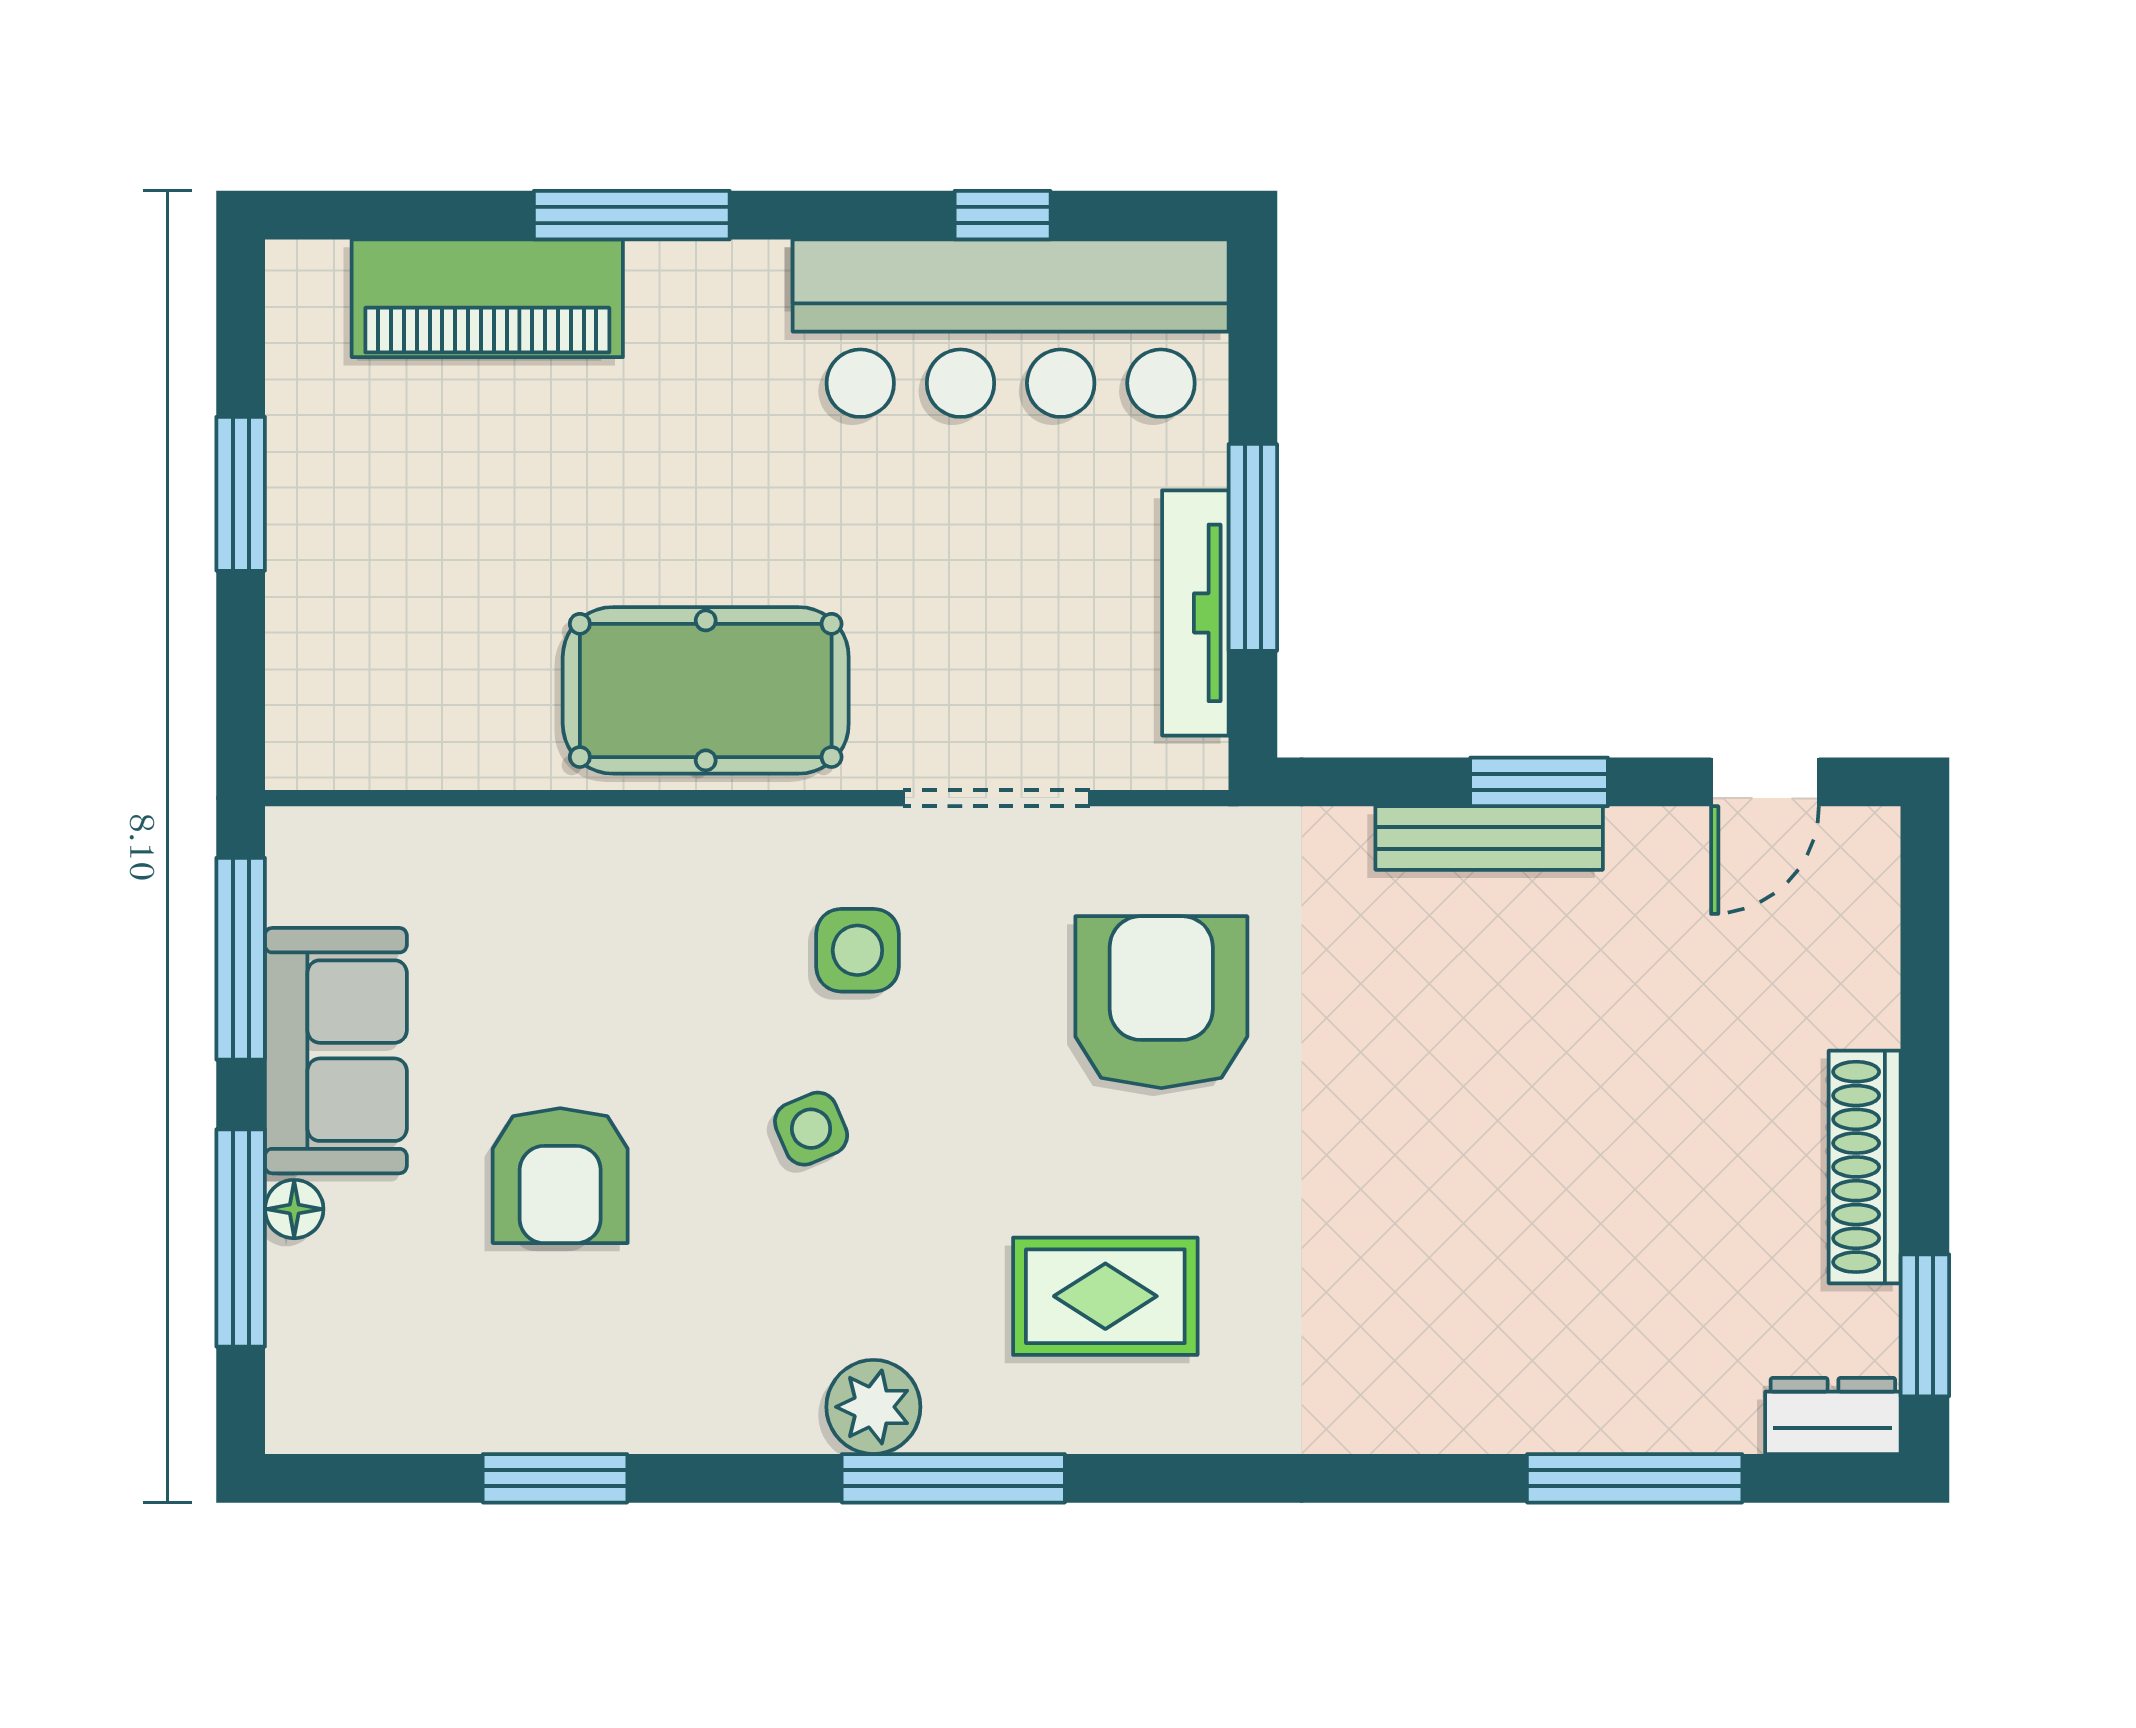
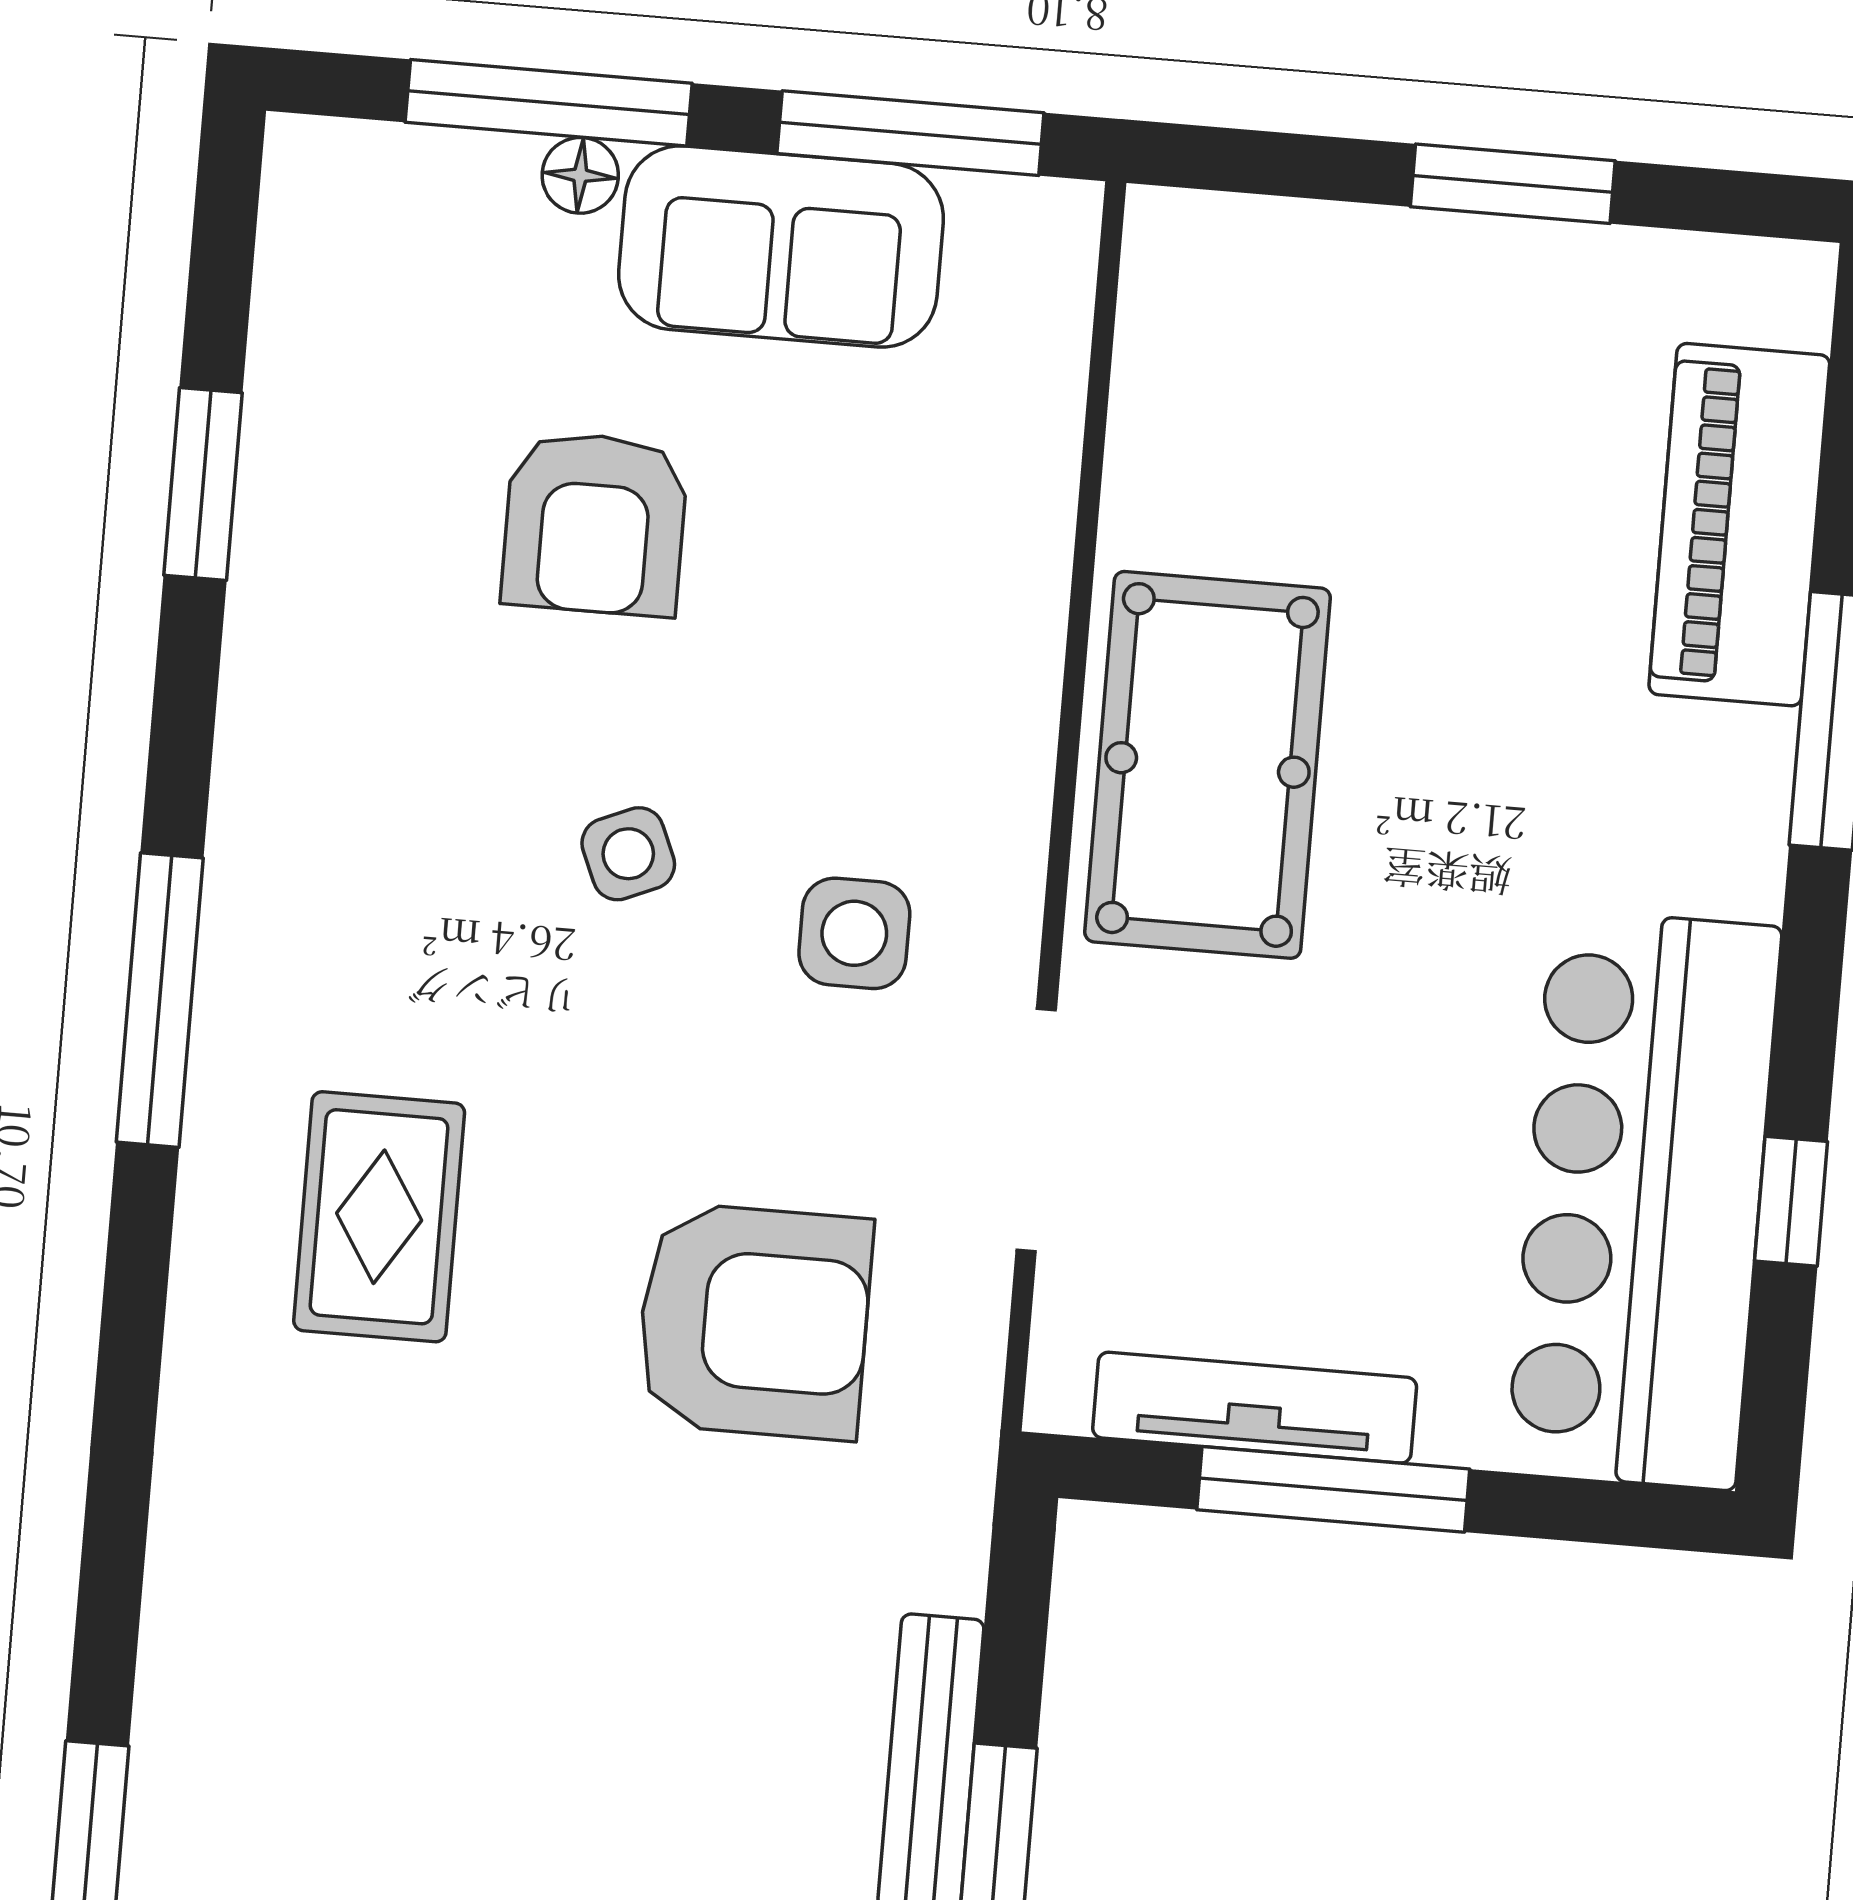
armchair: (560, 1176) -> (595, 524), turned -90
plant: (873, 1407) -> (261, 904), removed

